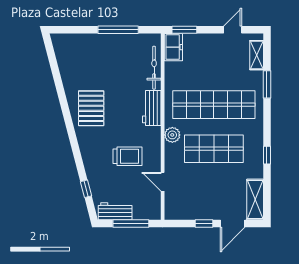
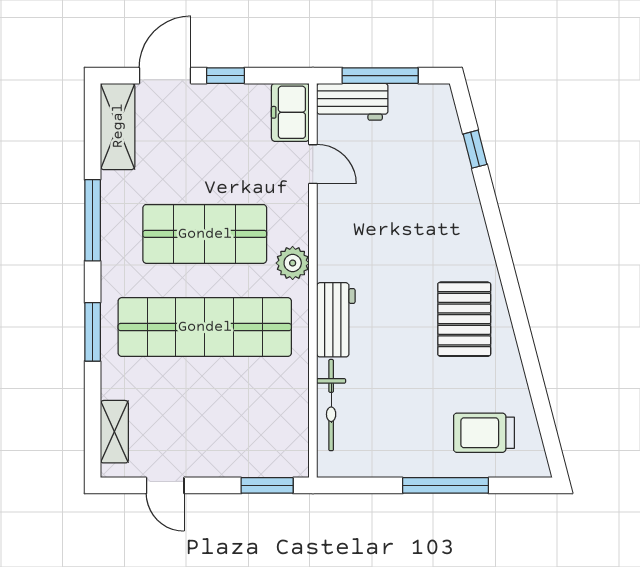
window: (118, 30) -> (446, 485), moved
door: (233, 30) -> (165, 485), hinge flipped
freezer: (173, 47) -> (290, 112), moved
window: (267, 84) -> (93, 332), moved
window: (267, 155) -> (93, 220), width x2.17
trolley: (128, 156) -> (484, 433), moved
workbench: (115, 211) -> (352, 102), moved

